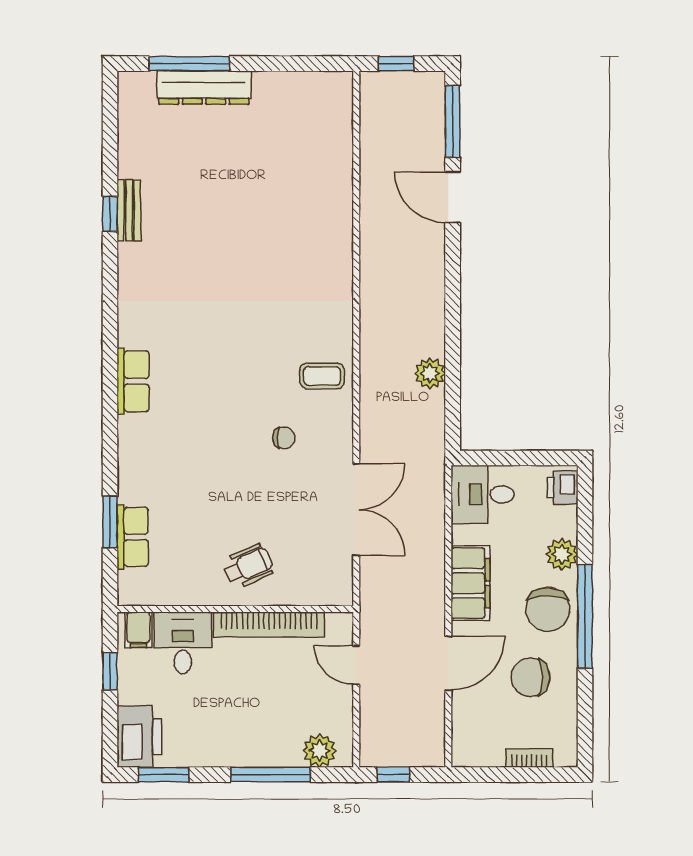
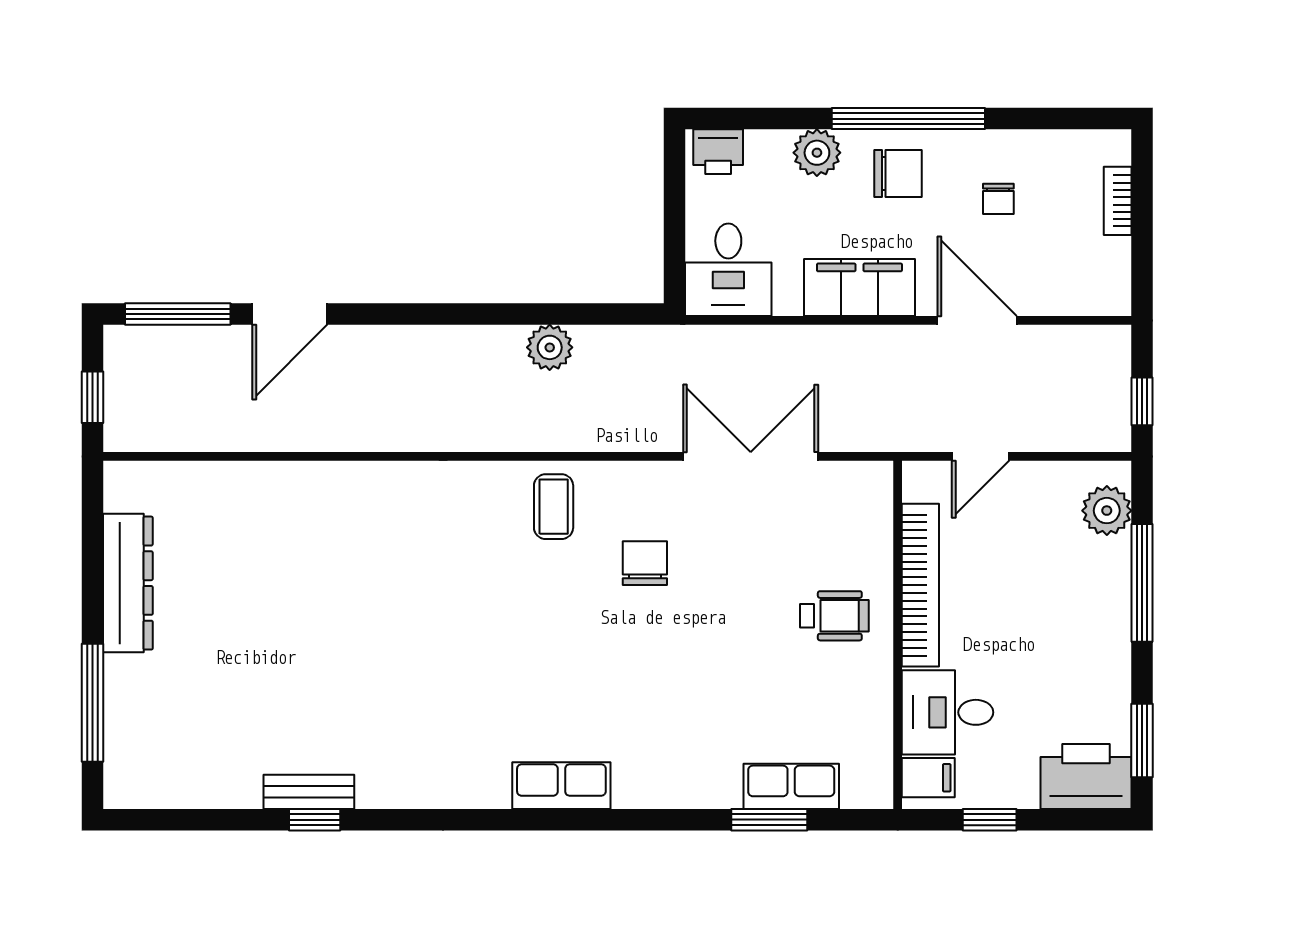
dresser: (204, 88) -> (128, 583), moved
chair: (284, 438) -> (645, 563), width x1.37, depth x1.37
wheelchair: (248, 566) -> (834, 616), turned 114
chair: (548, 609) -> (898, 173), width x0.73, depth x0.73
chair: (531, 677) -> (998, 199), width x0.54, depth x0.54

